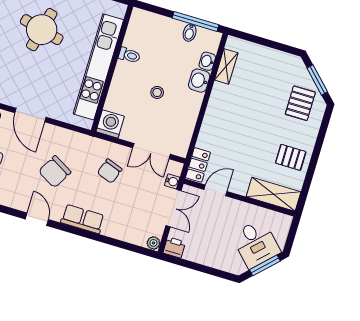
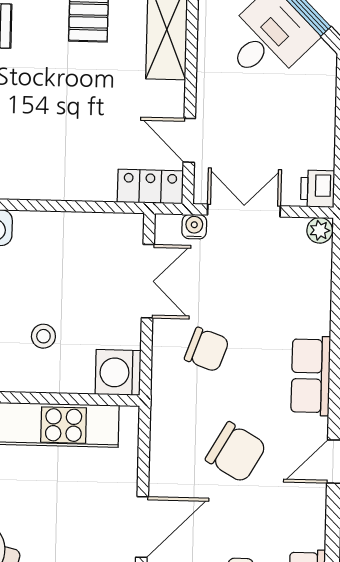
stool: (157, 92) -> (43, 336), moved

